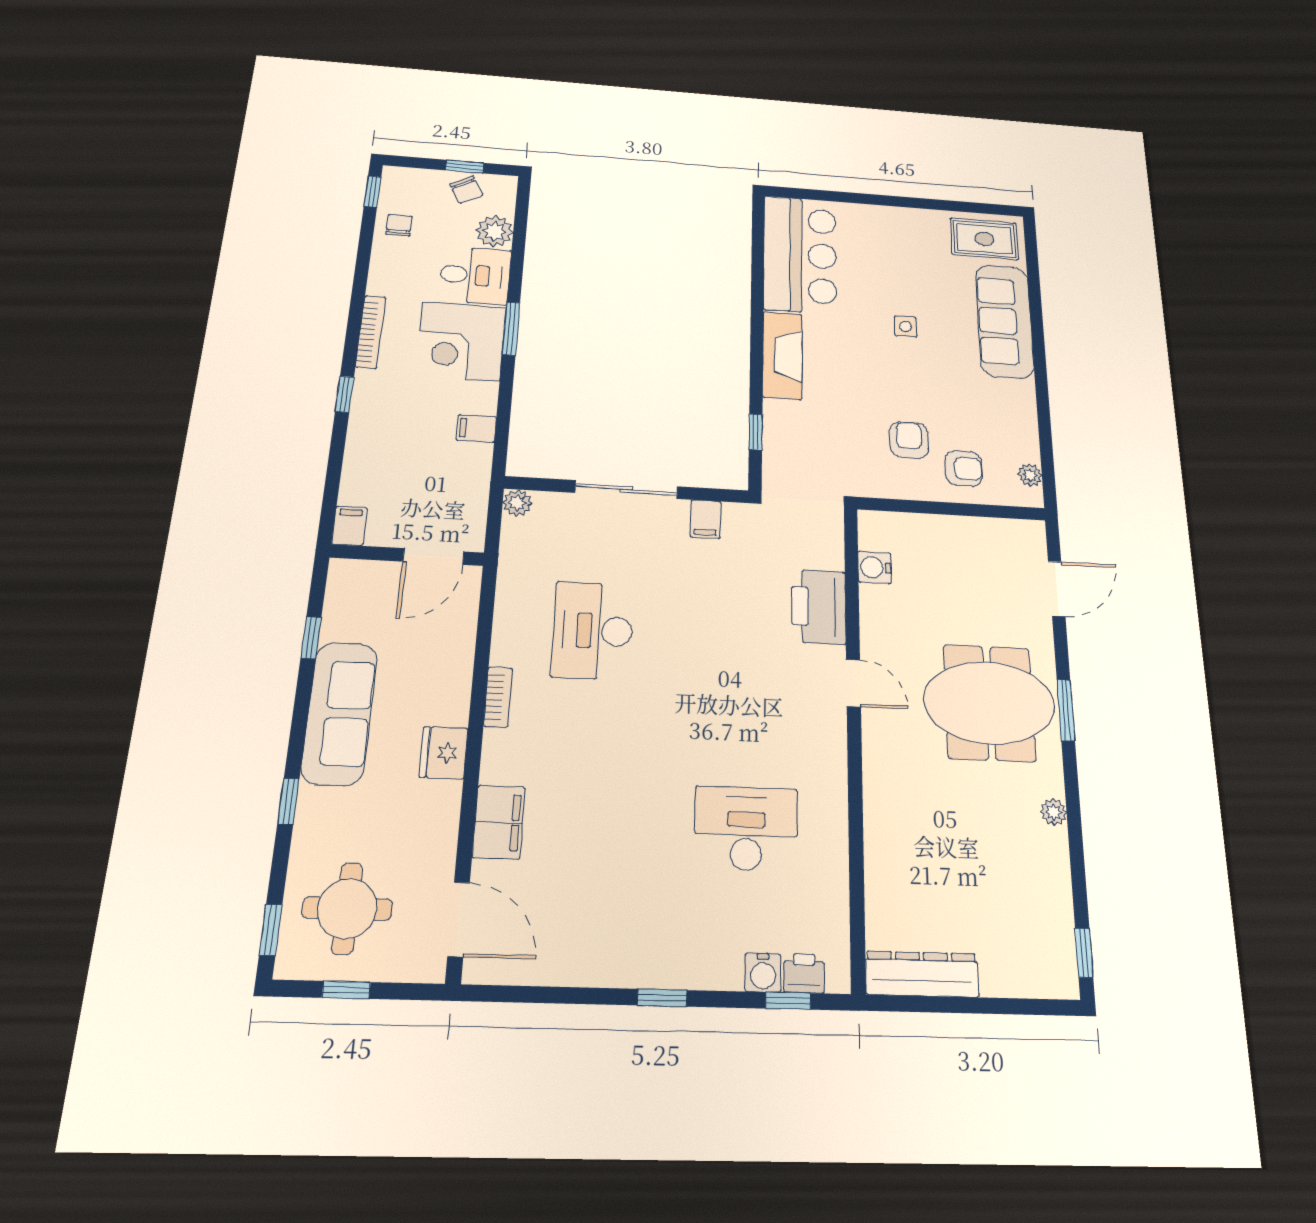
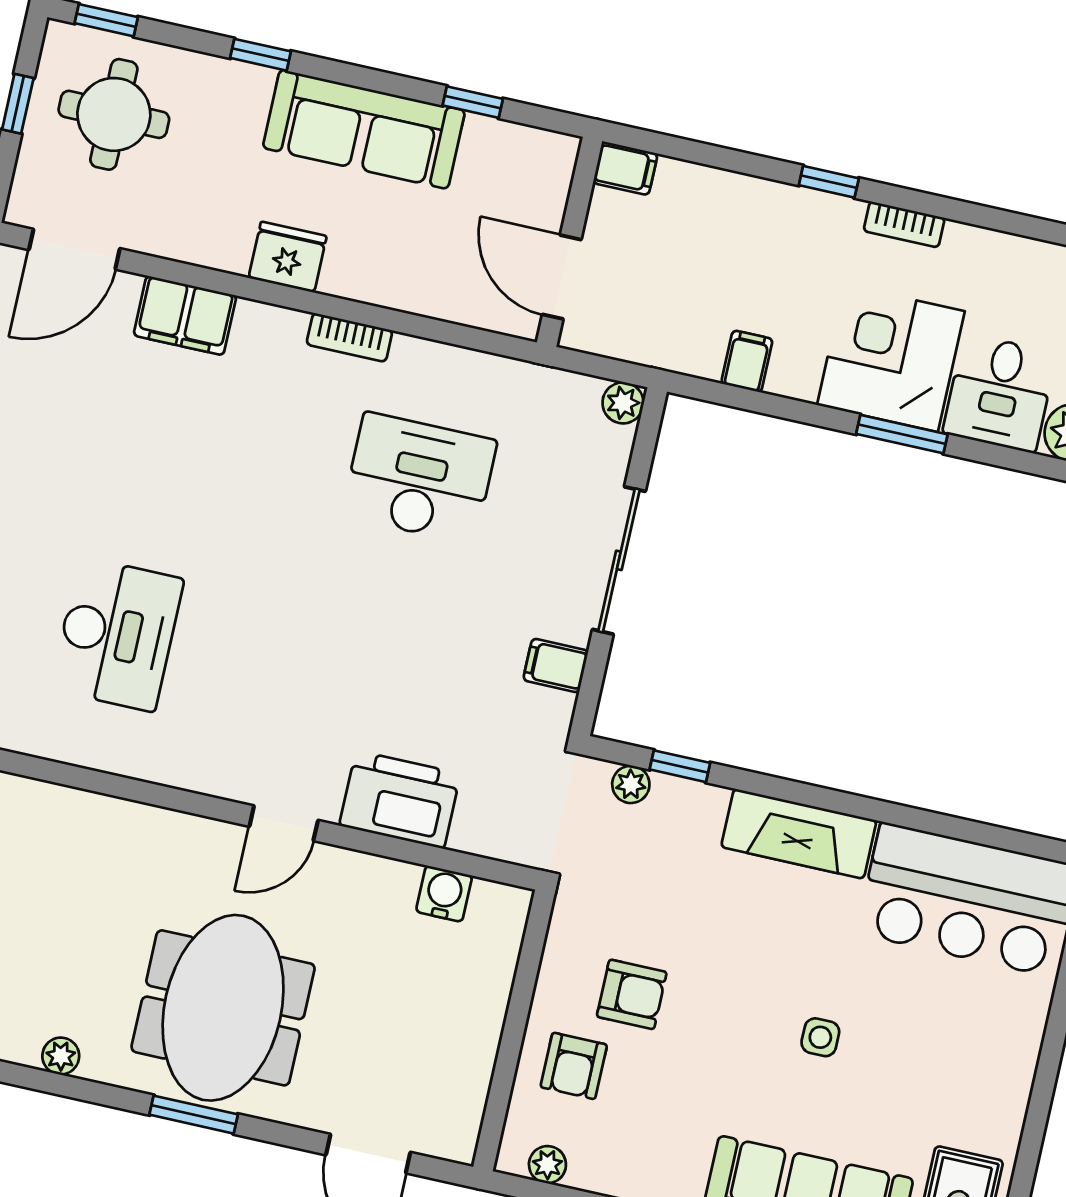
bookcase: (371, 332) -> (904, 224), width x0.64
plant: (774, 460) -> (631, 784), added

